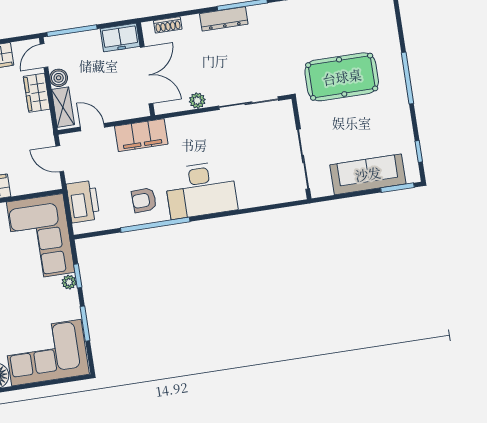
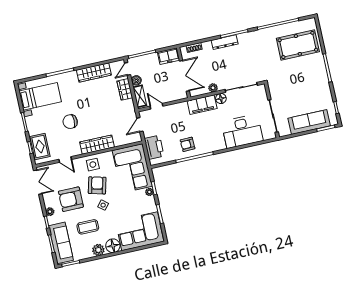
pool table: (342, 77) -> (298, 45), moved
floor lamp: (210, 121) -> (221, 98), added
filing cabinet: (141, 135) -> (202, 105), moved
door: (60, 159) -> (140, 125), hinge flipped
desk: (201, 190) -> (242, 131), moved

